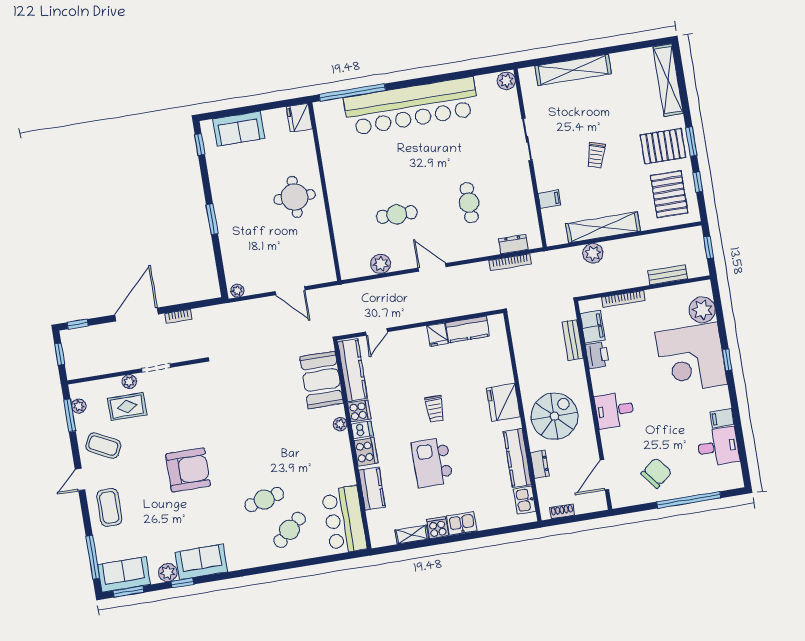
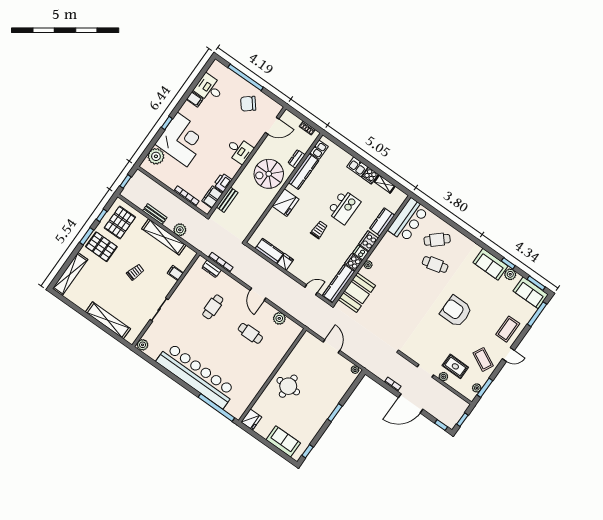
bench: (668, 275) -> (155, 214), moved

